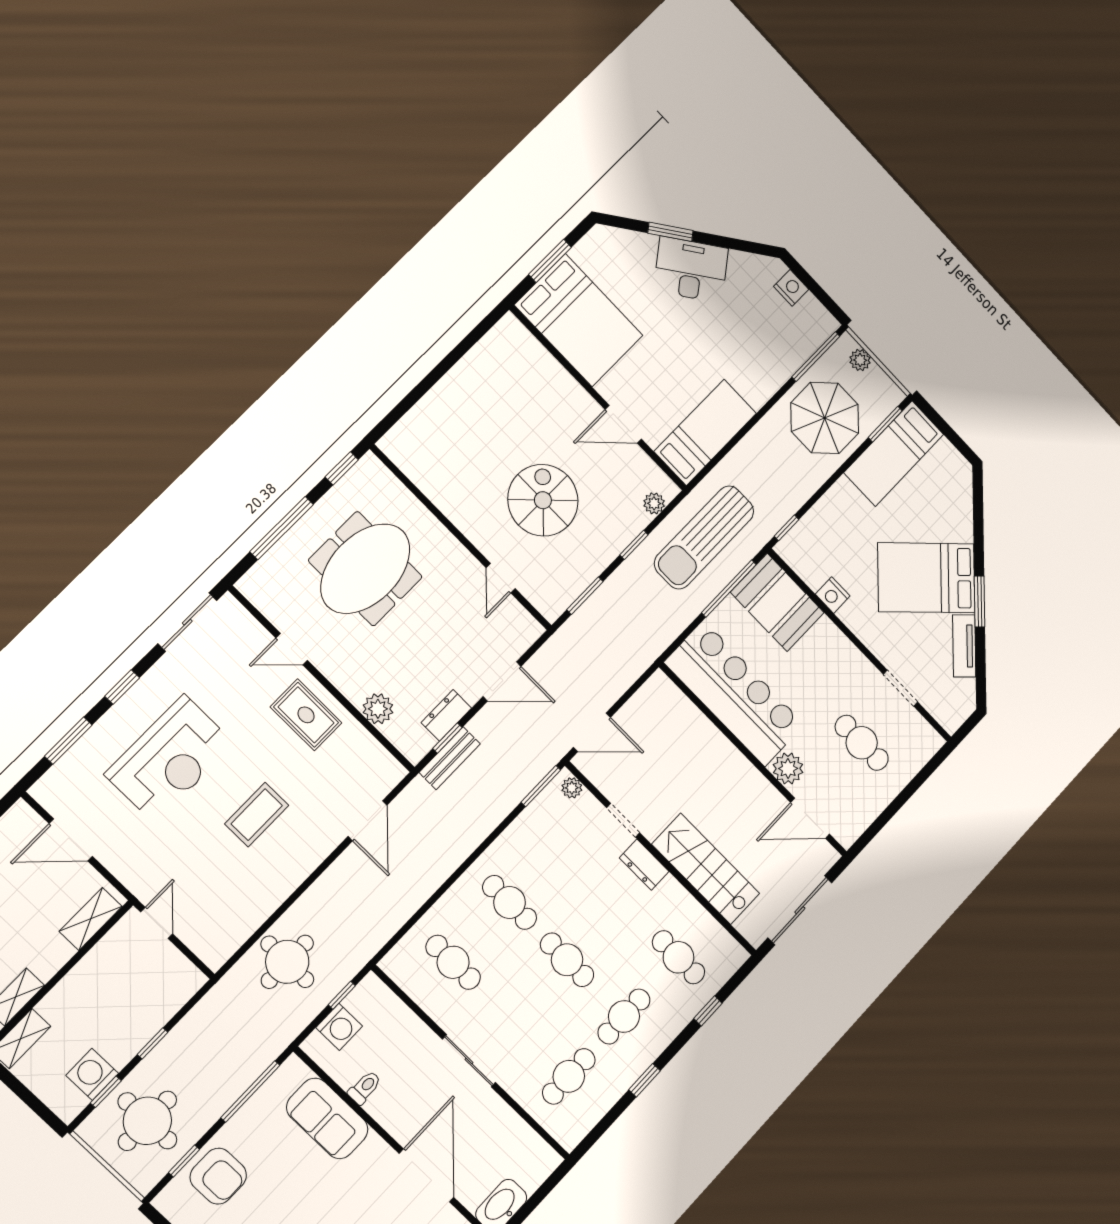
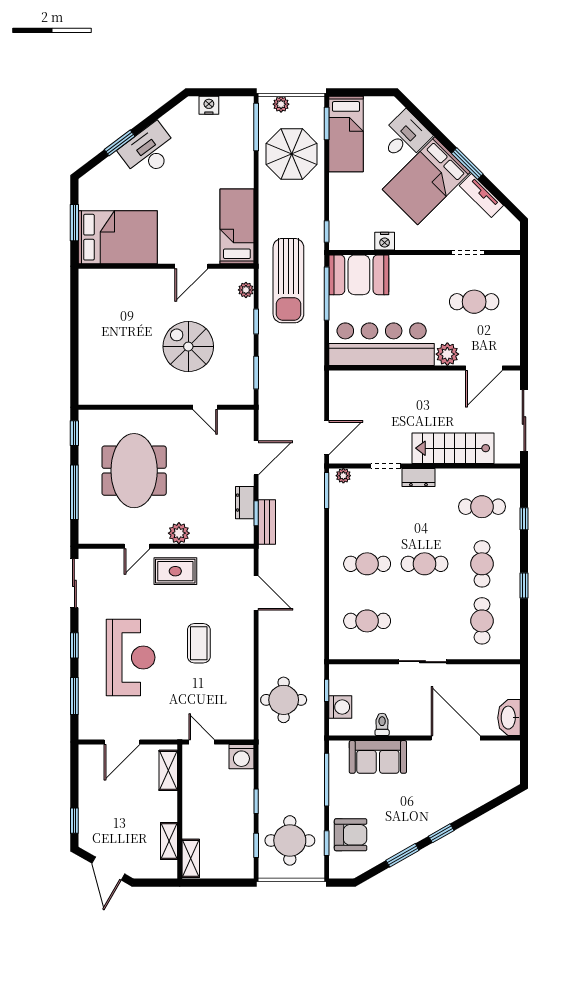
desk: (946, 514) -> (405, 137), added
plant: (378, 709) -> (179, 533), moved
washing machine: (92, 1074) -> (241, 757), moved, turned -90

